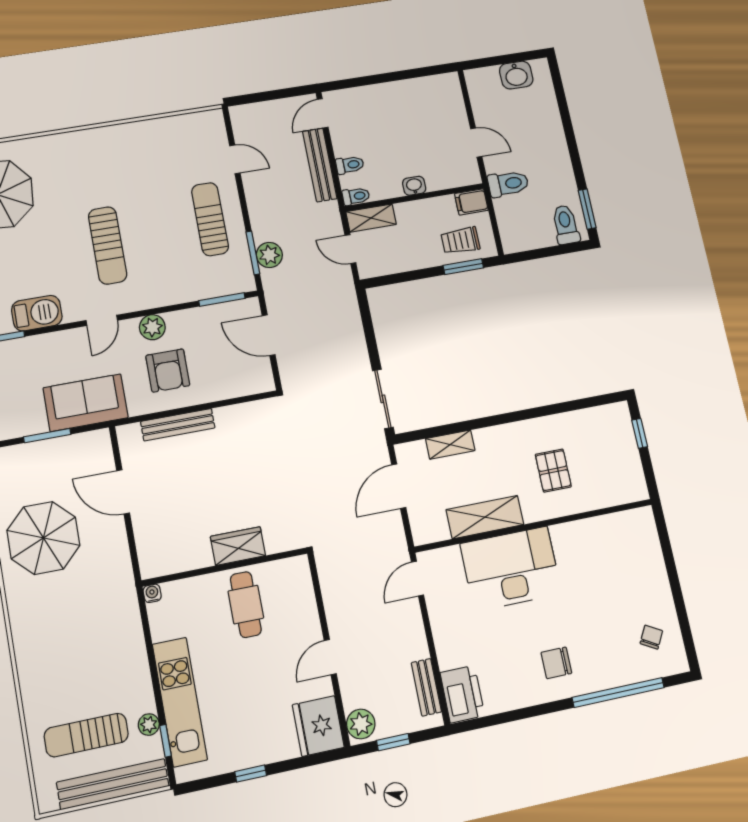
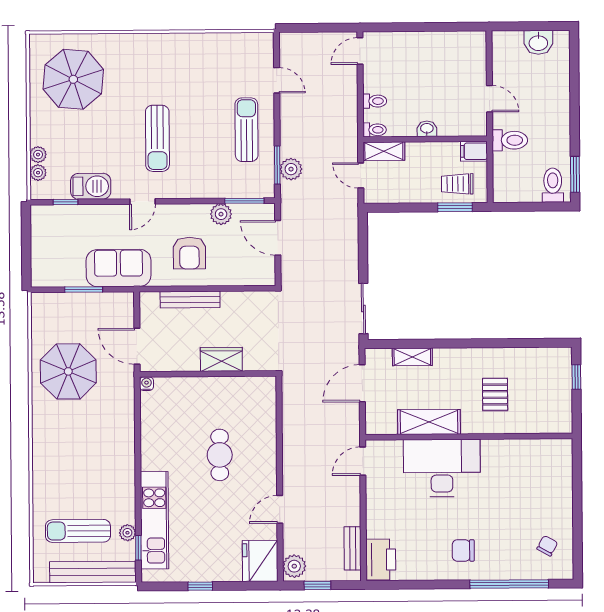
bench: (320, 165) -> (349, 97), removed
plant: (152, 327) -> (221, 214), moved
wardrobe: (238, 546) -> (221, 359), moved
wall: (225, 567) -> (208, 374), moved
water cooler: (152, 593) -> (147, 384), moved

